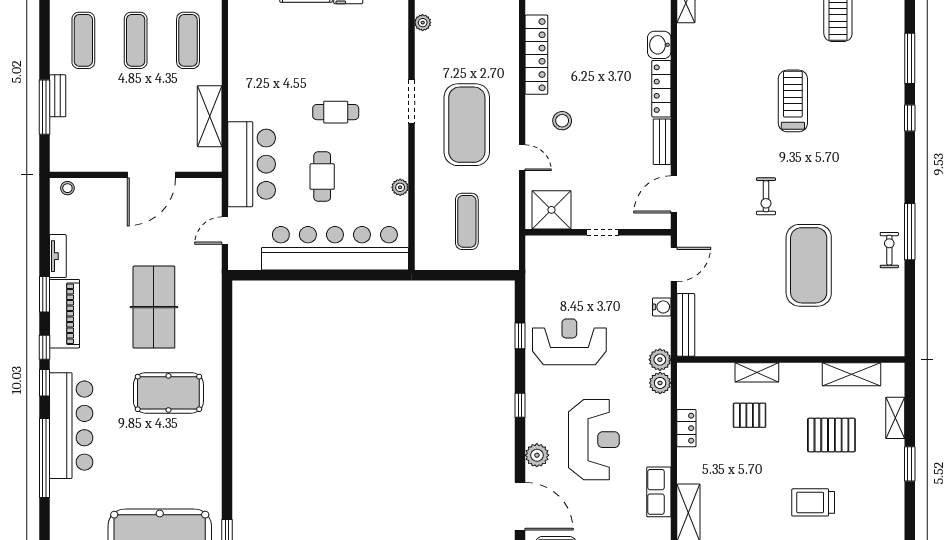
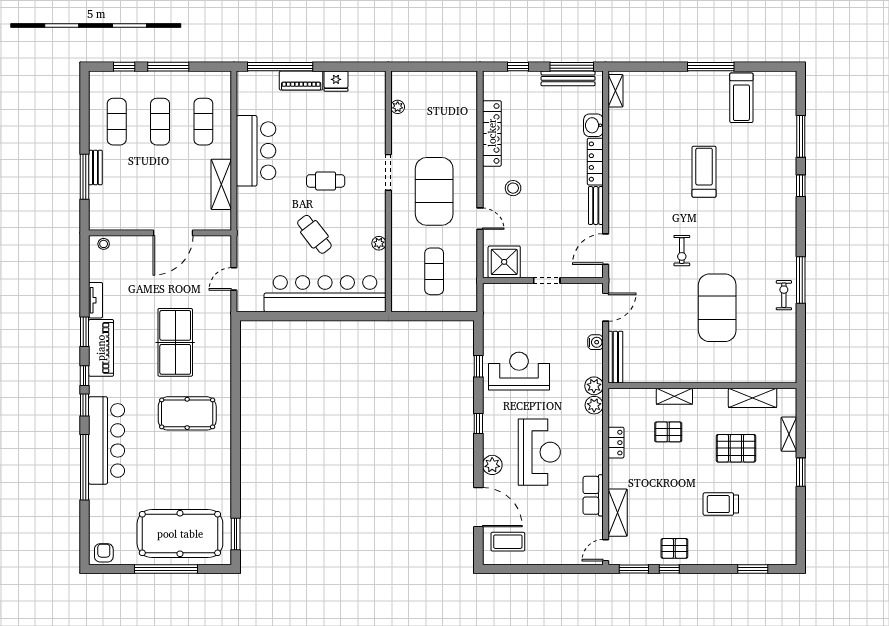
bar counter: (252, 164) -> (256, 151), moved
cafe table: (322, 177) -> (314, 234), turned -38

